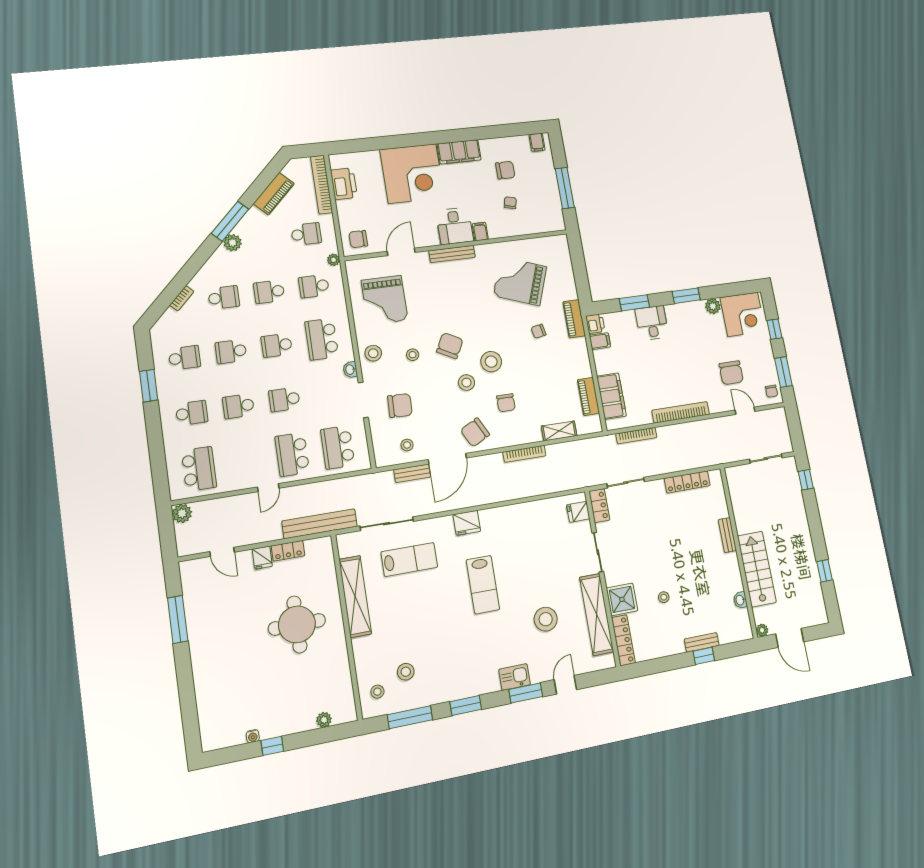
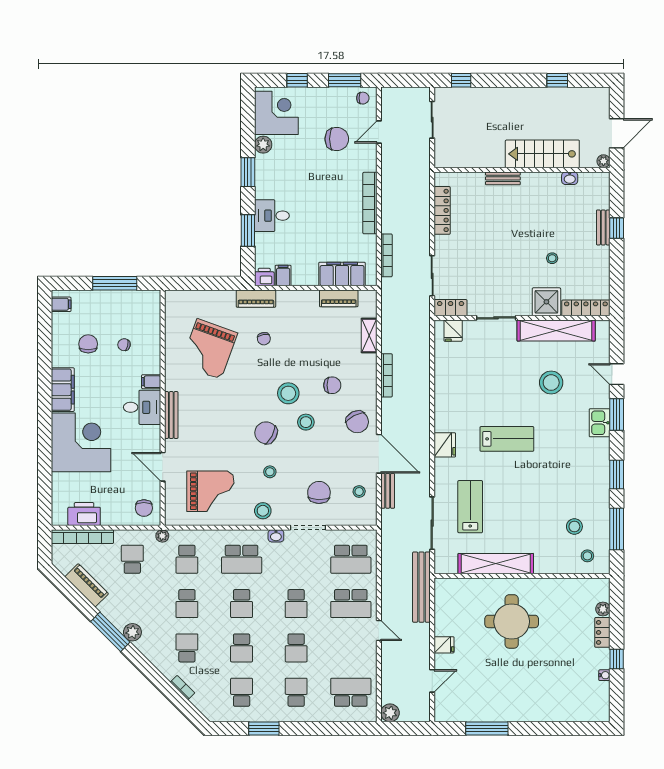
locker: (288, 551) -> (602, 632), moved, turned 180

